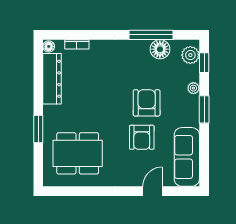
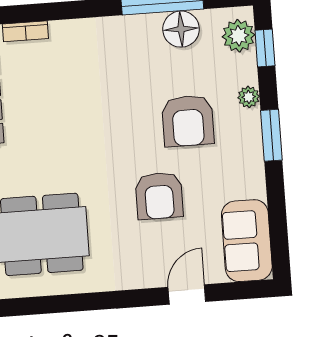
armchair: (147, 103) -> (188, 121), moved, turned 180
sofa: (187, 157) -> (247, 241), width x0.73

